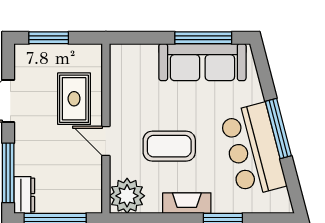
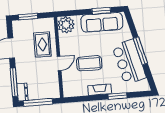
window: (203, 38) -> (101, 11), width x0.69
door: (106, 141) -> (59, 63), swing flipped
plant: (127, 196) -> (66, 25), moved

